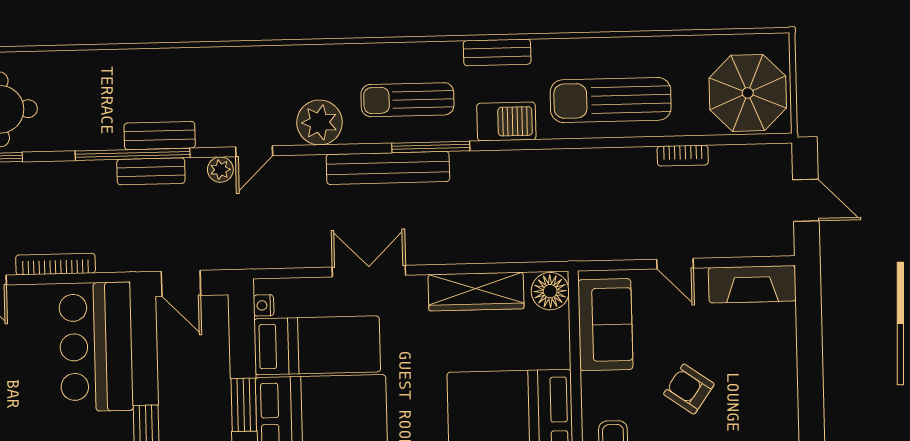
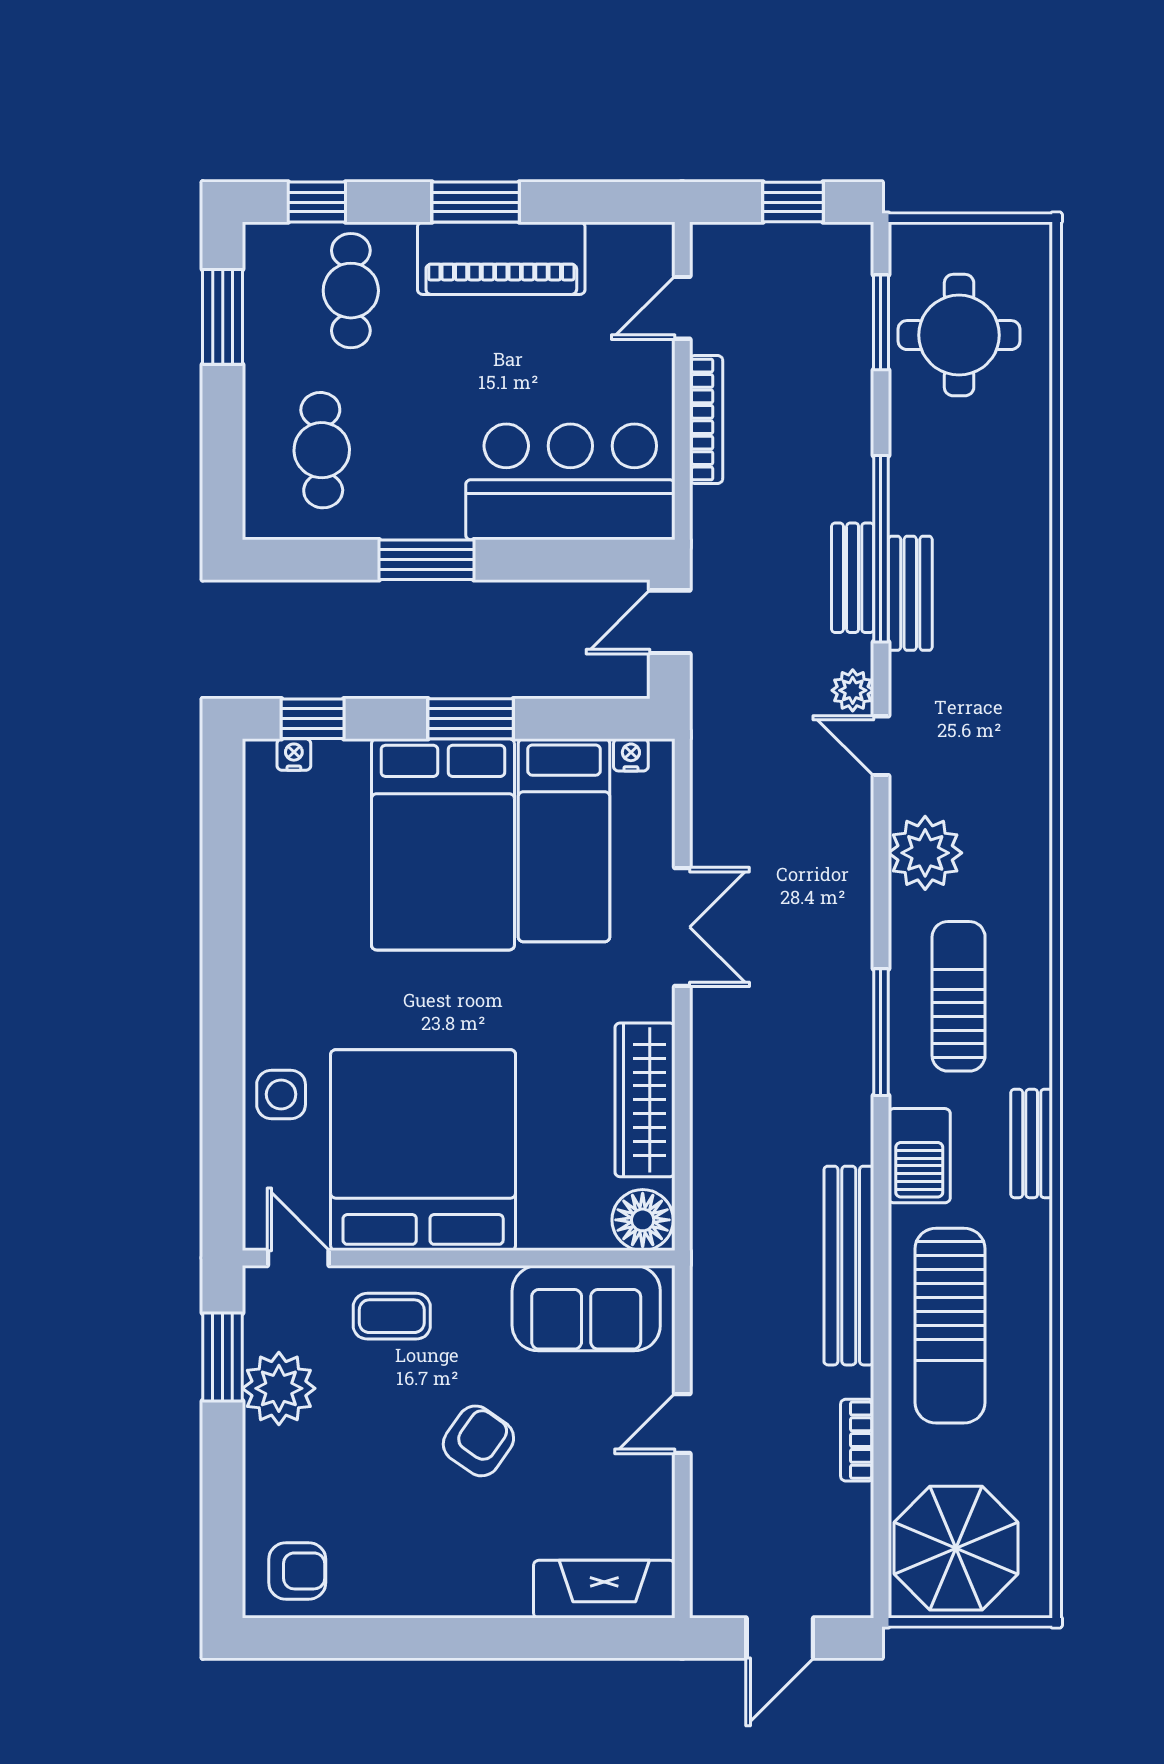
sun lounger: (611, 100) -> (950, 1326), turned 180
bench: (388, 168) -> (849, 1266), moved
fireplace: (752, 284) -> (604, 1589), moved, turned 90

